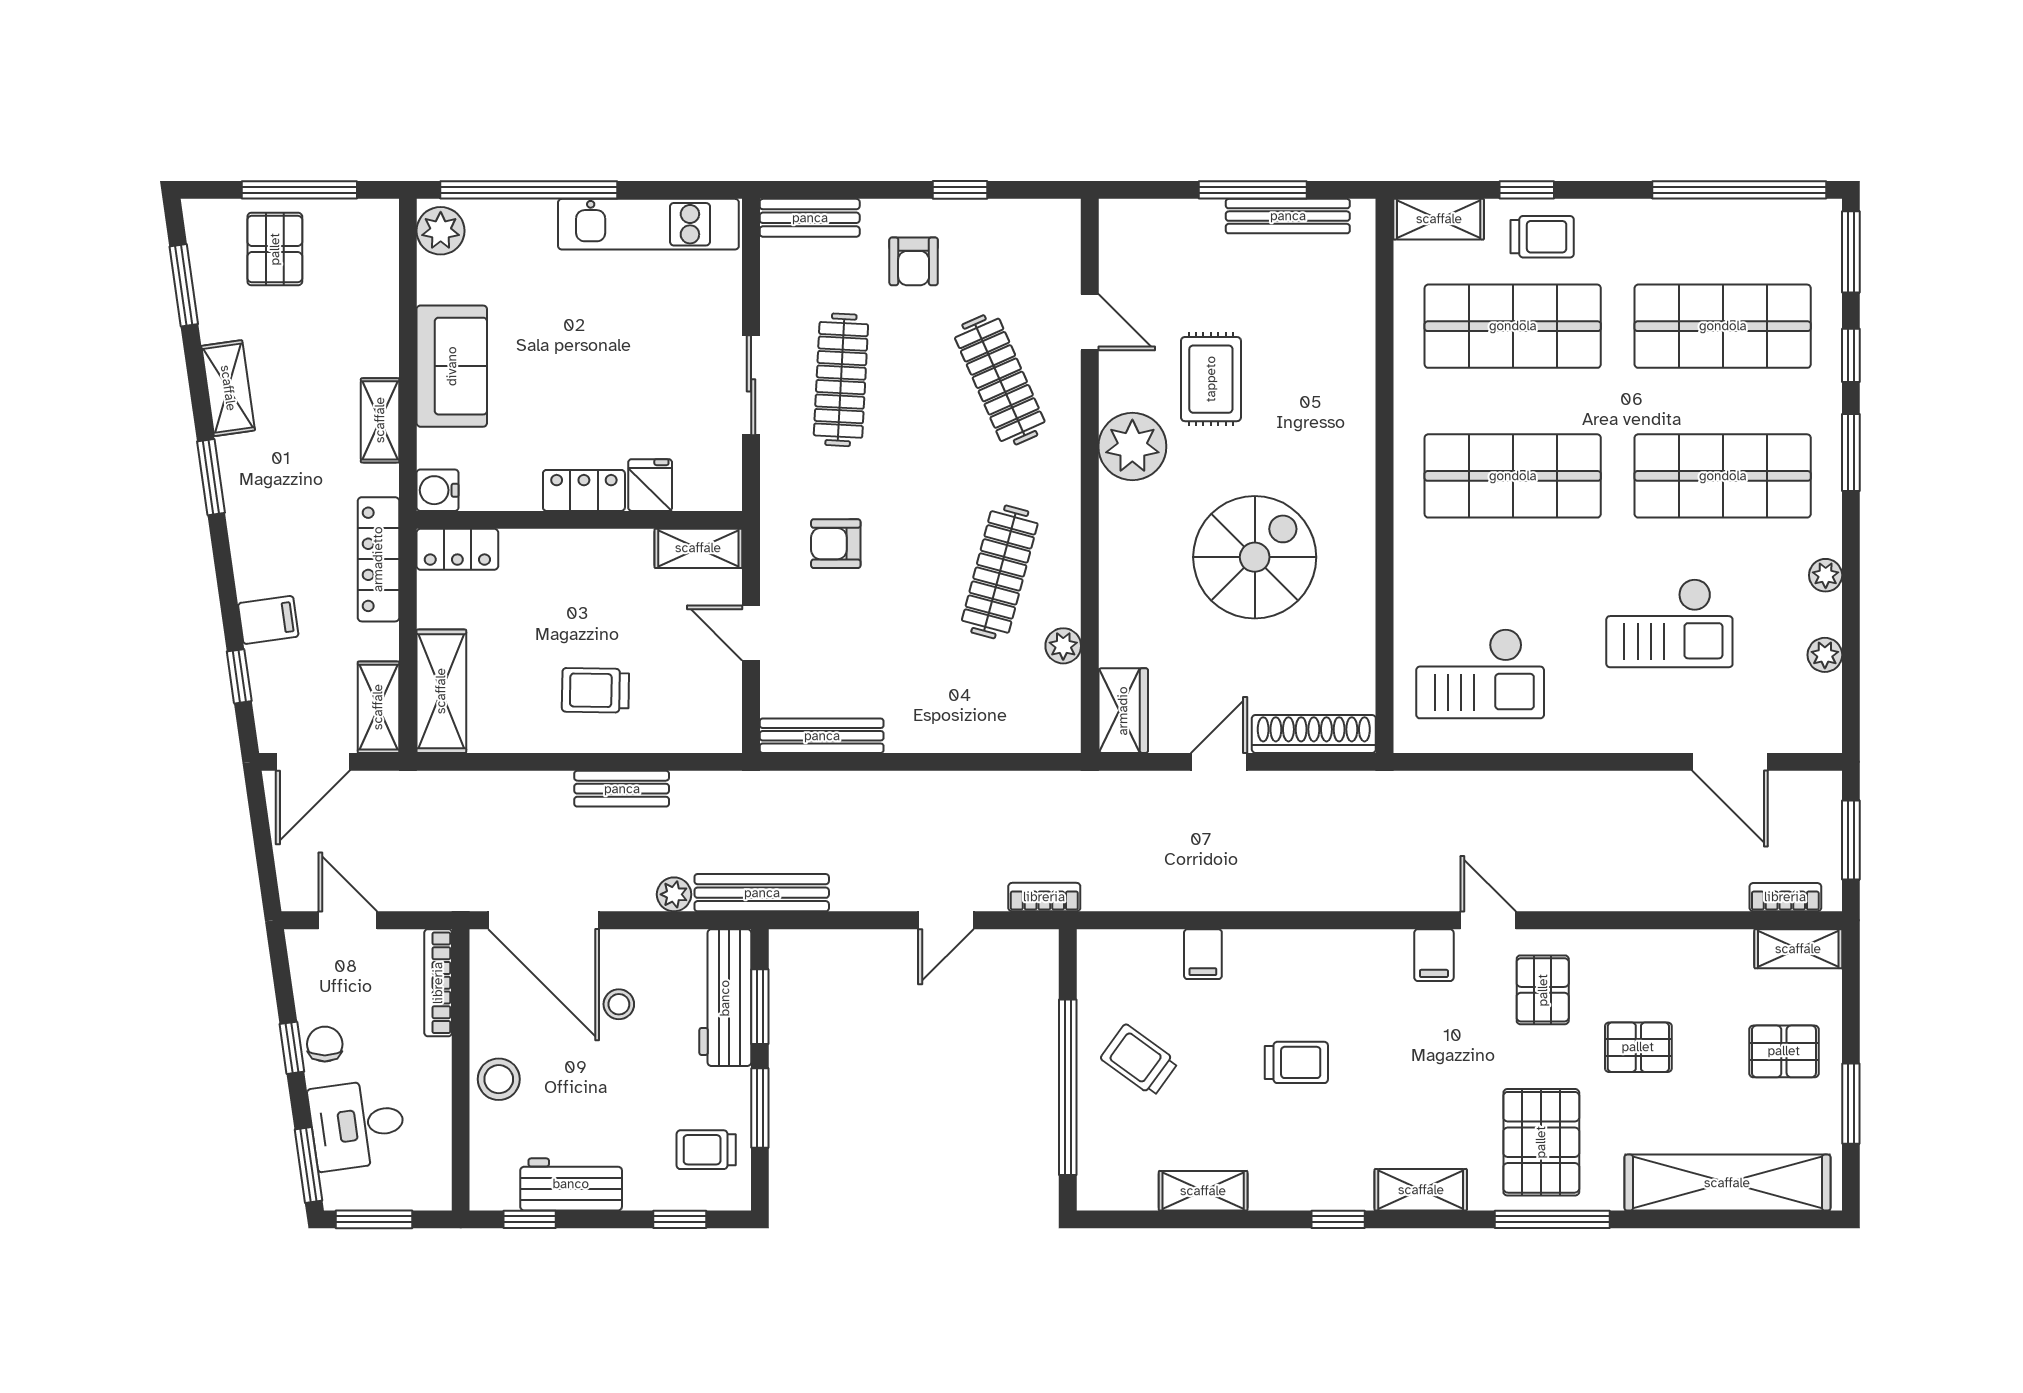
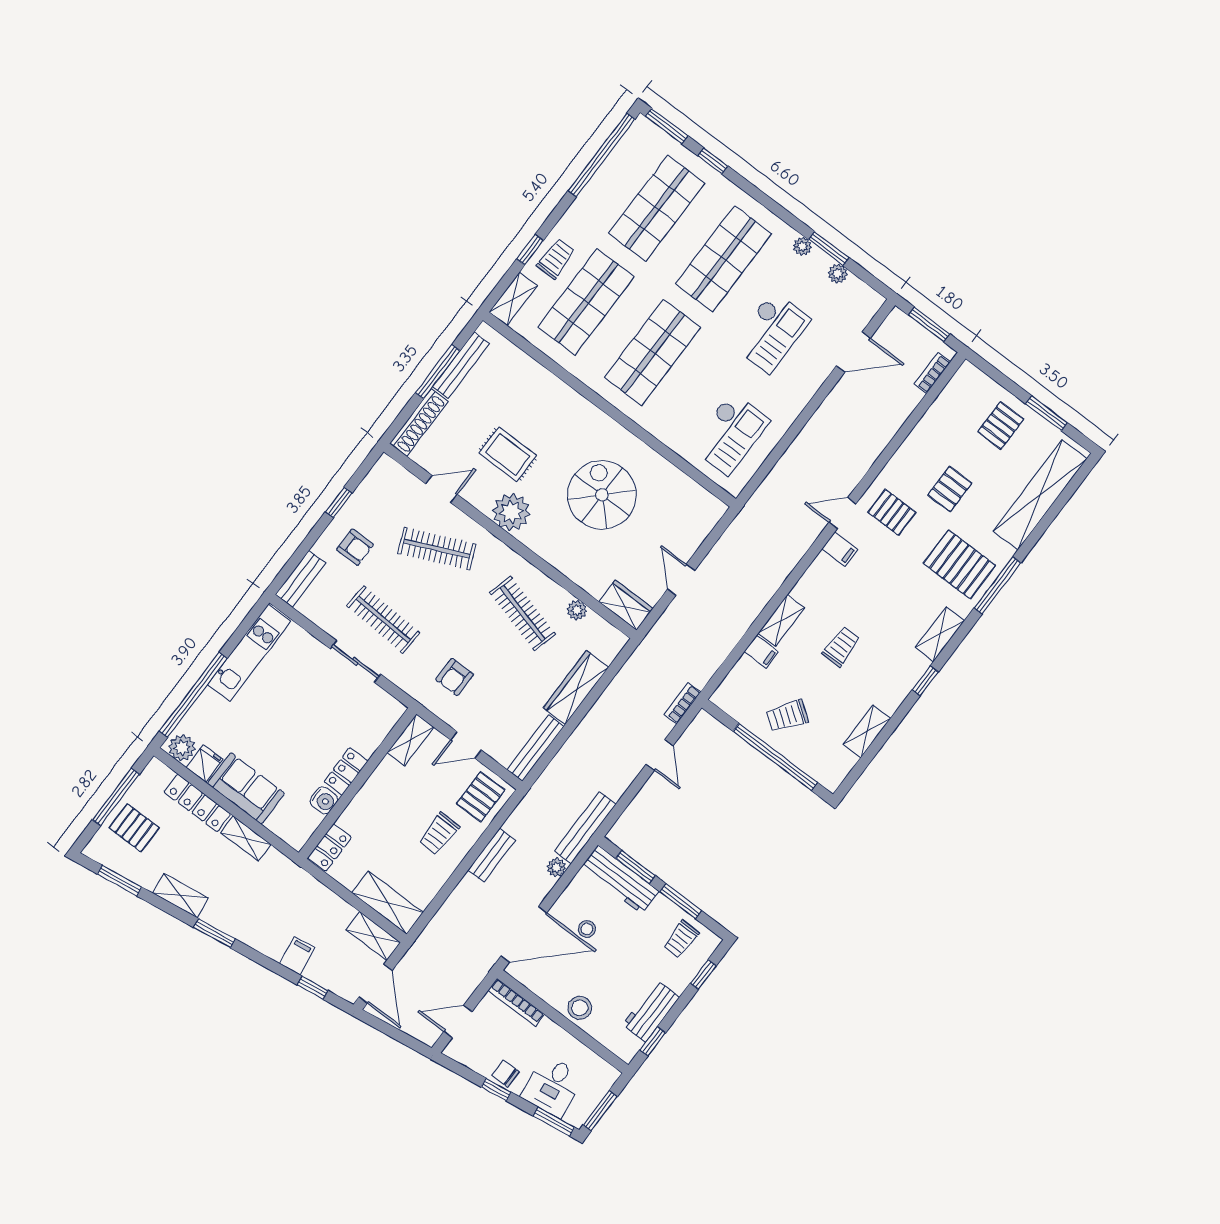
window: (1851, 453) -> (829, 249), moved
fridge: (650, 485) -> (205, 763), moved, turned 90
water cooler: (438, 490) -> (324, 800), moved, turned -90
locker: (378, 559) -> (197, 803), moved
pallet: (693, 710) -> (481, 797), added
wardrobe: (951, 728) -> (576, 688), added
shoe rack: (1314, 734) -> (419, 422), moved, turned 180
shelving: (1798, 949) -> (781, 620), moved

